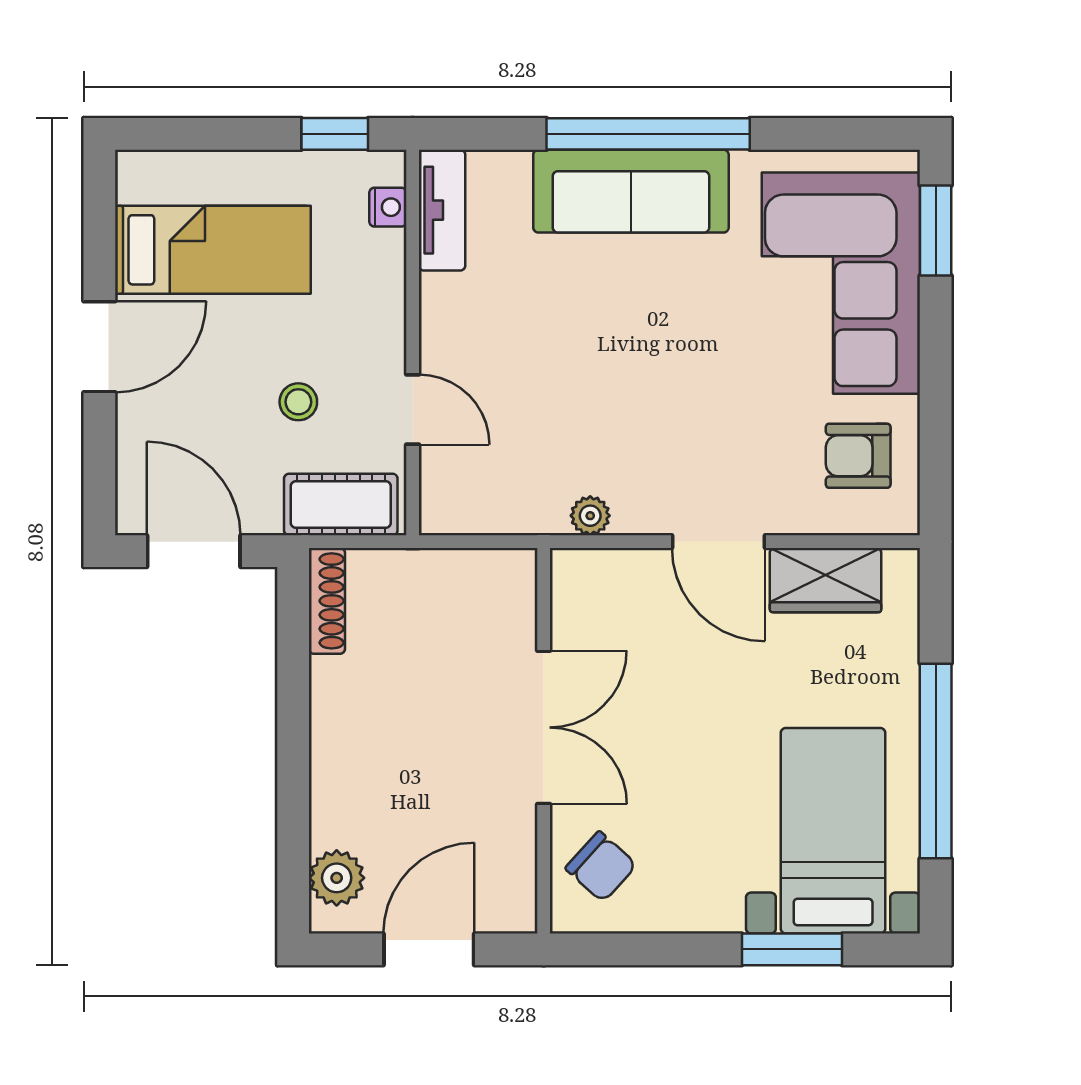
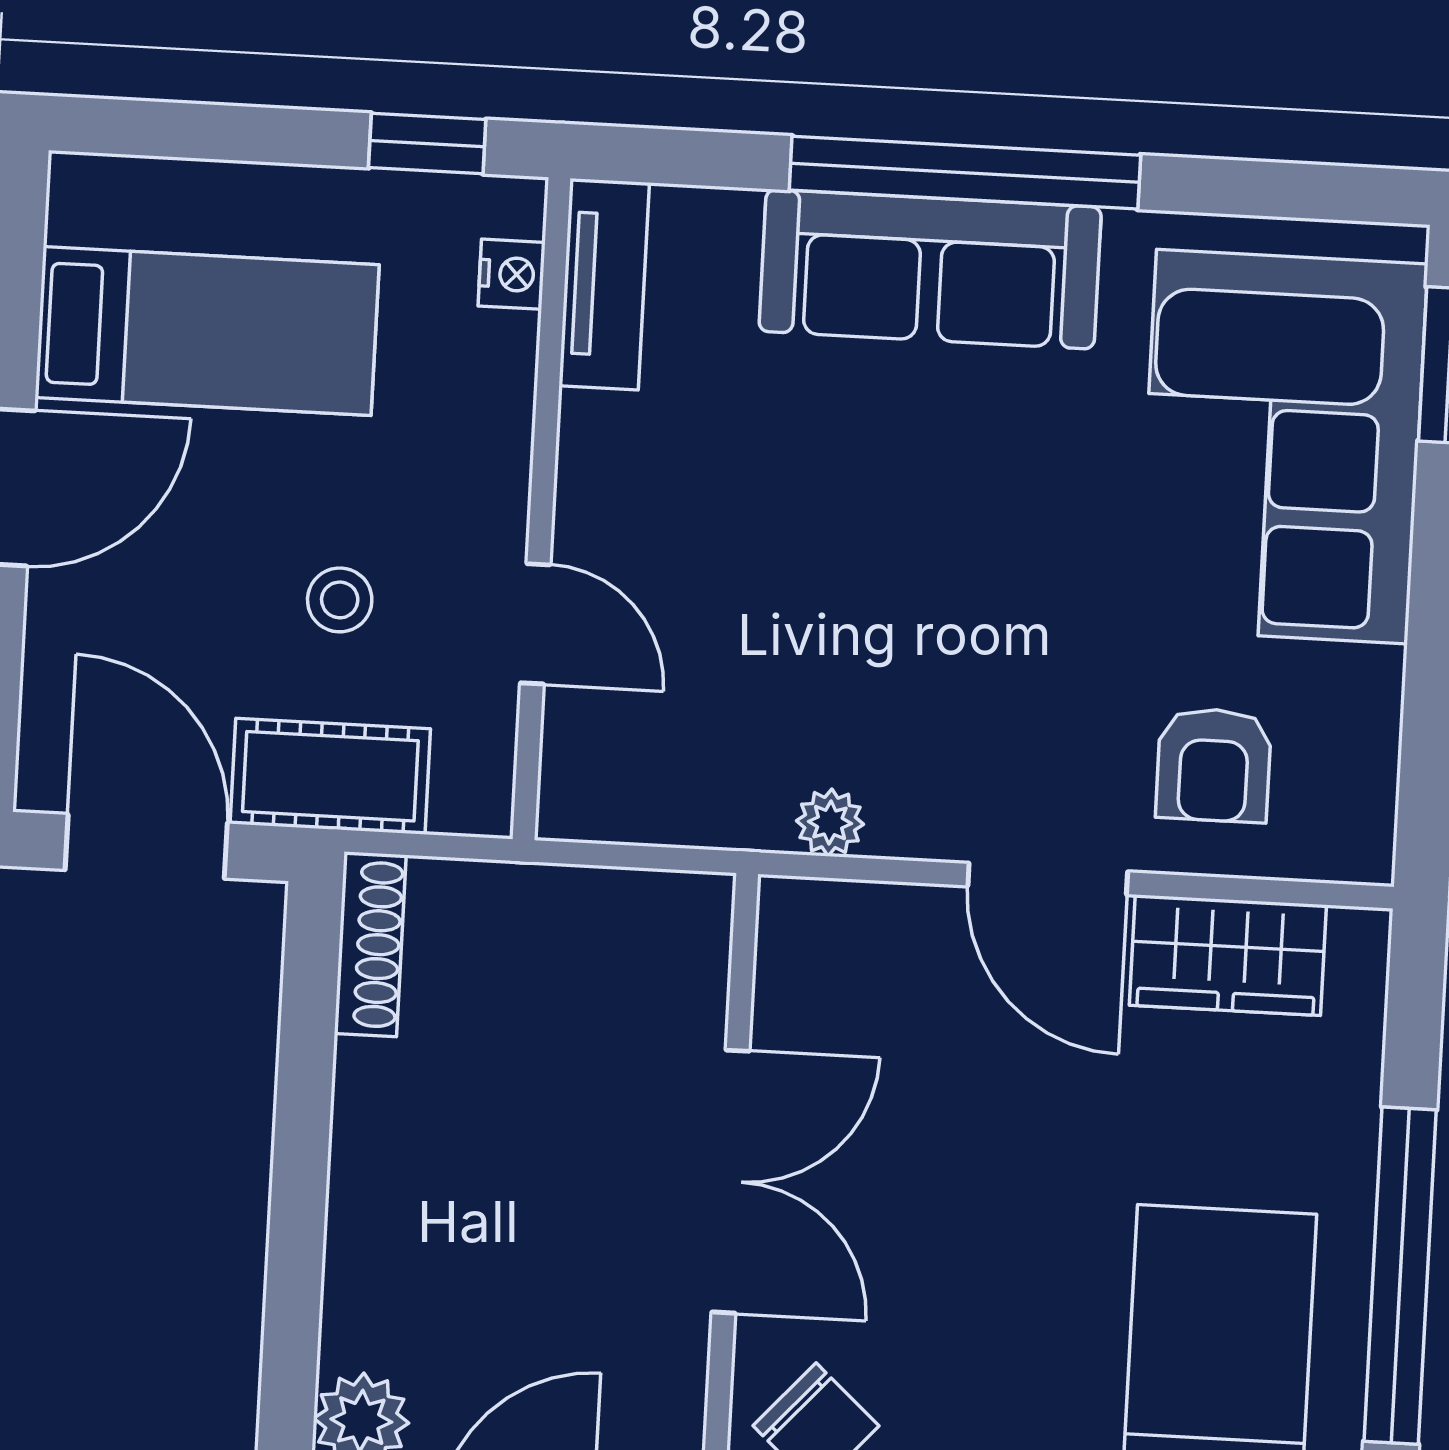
armchair: (858, 456) -> (1214, 765), moved, turned -90
cot: (341, 504) -> (330, 776), moved

